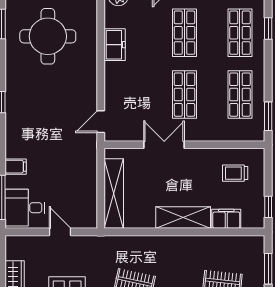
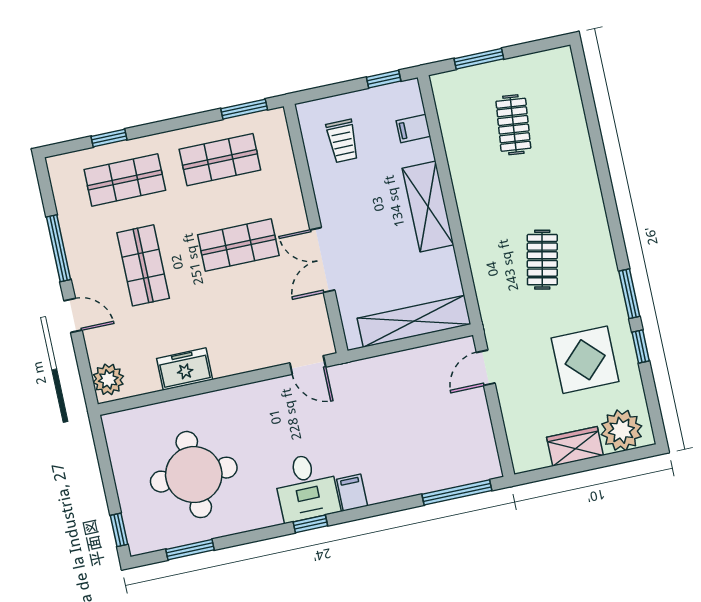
shop shelf: (184, 33) -> (143, 265), turned 90
filing cabinet: (16, 167) -> (352, 493), moved
desk: (25, 208) -> (306, 487), moved
filing cabinet: (226, 219) -> (413, 129), width x0.50
door: (60, 232) -> (486, 368), moved

